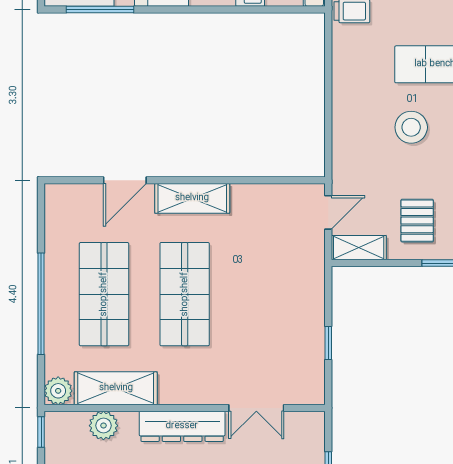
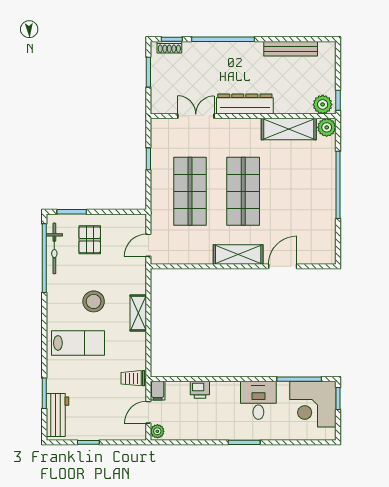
shelving: (359, 248) -> (138, 313), moved, turned 90
shop shelf: (104, 294) -> (190, 191), moved
plant: (103, 426) -> (323, 104), moved

